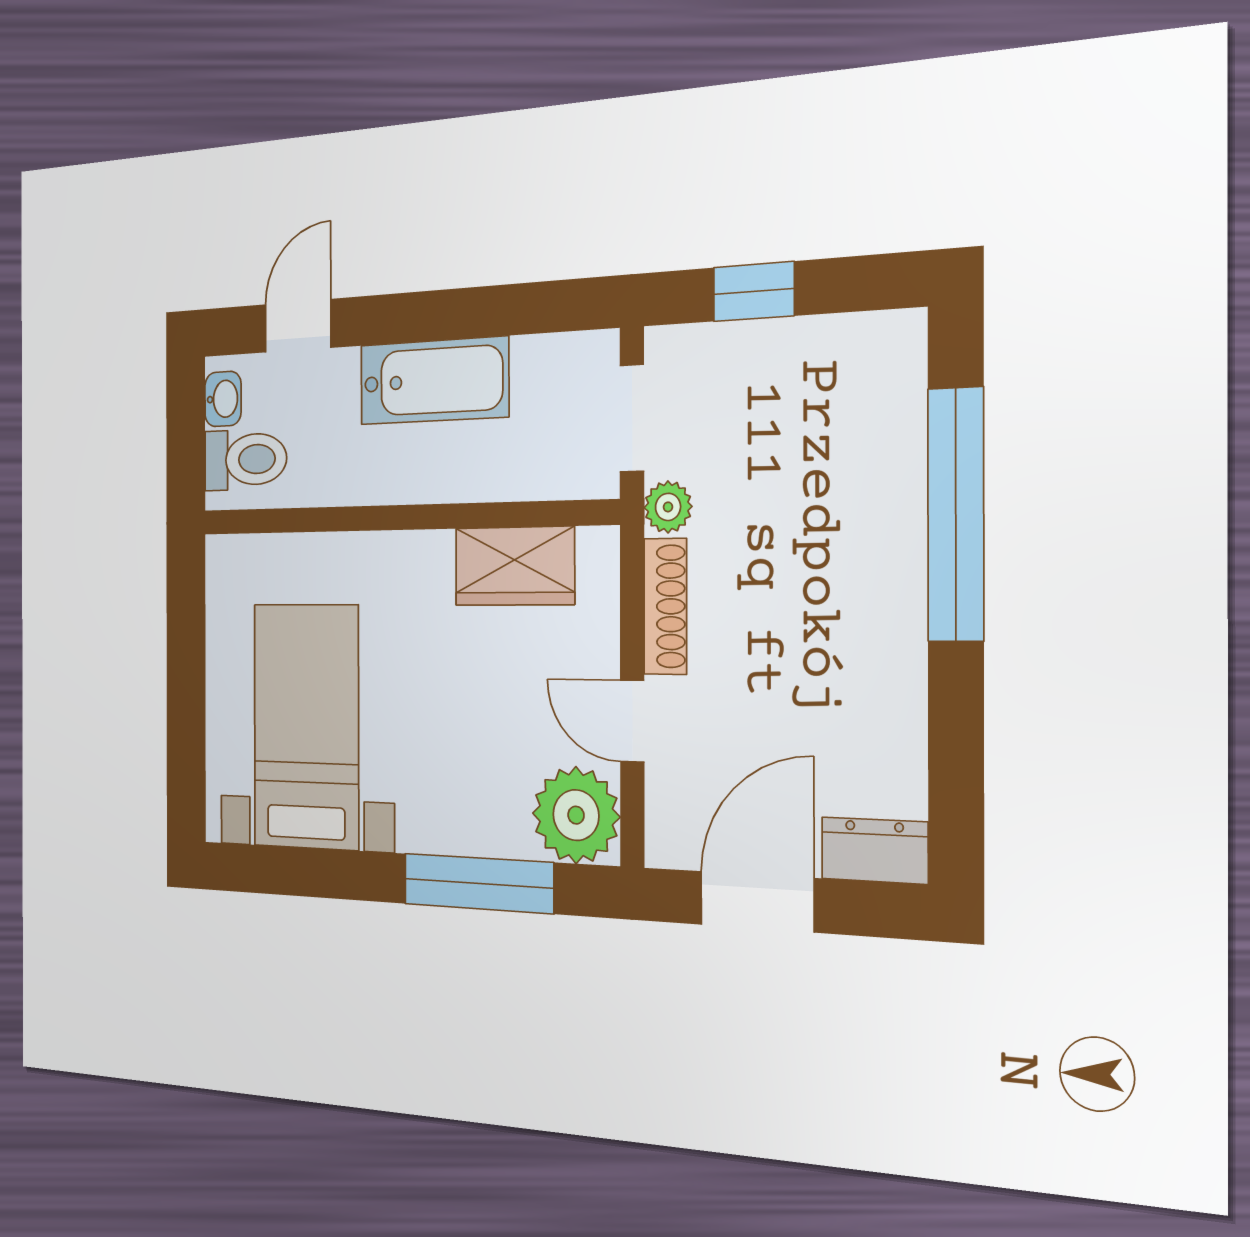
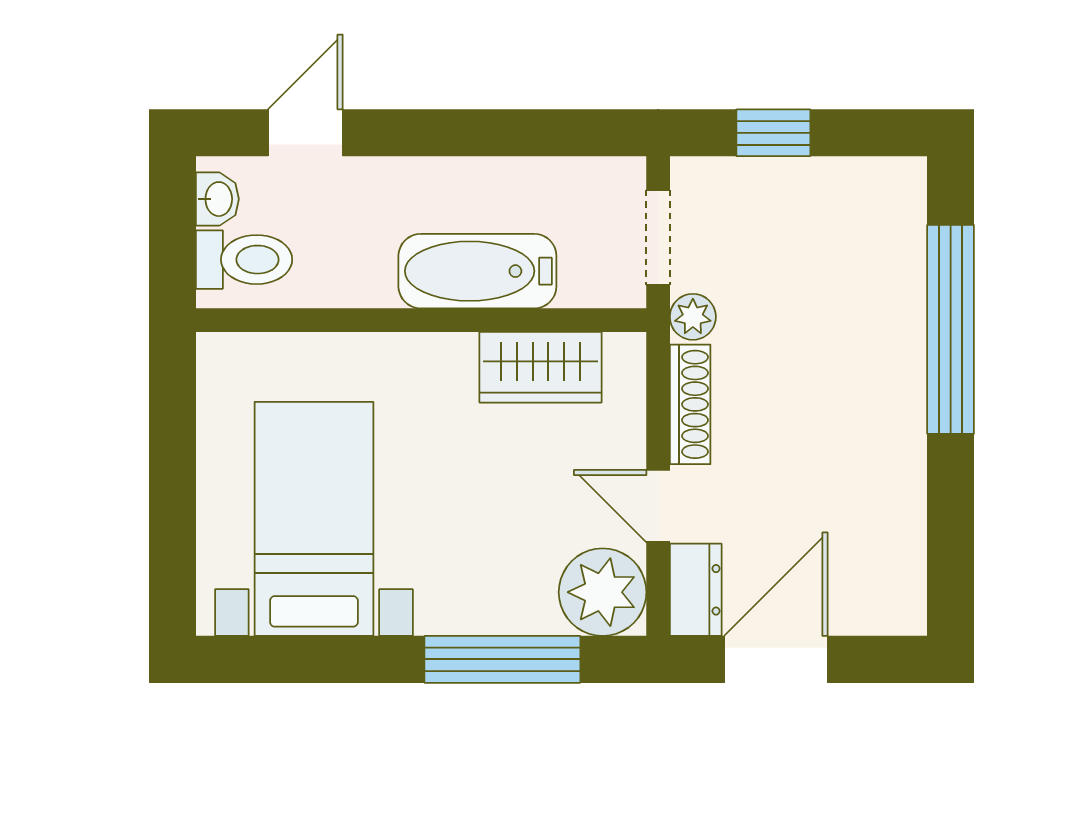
bathtub: (434, 381) -> (477, 271), moved, turned 180
dresser: (875, 850) -> (696, 590), moved, turned 90

